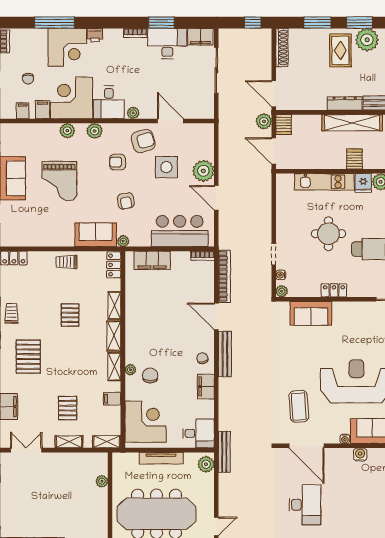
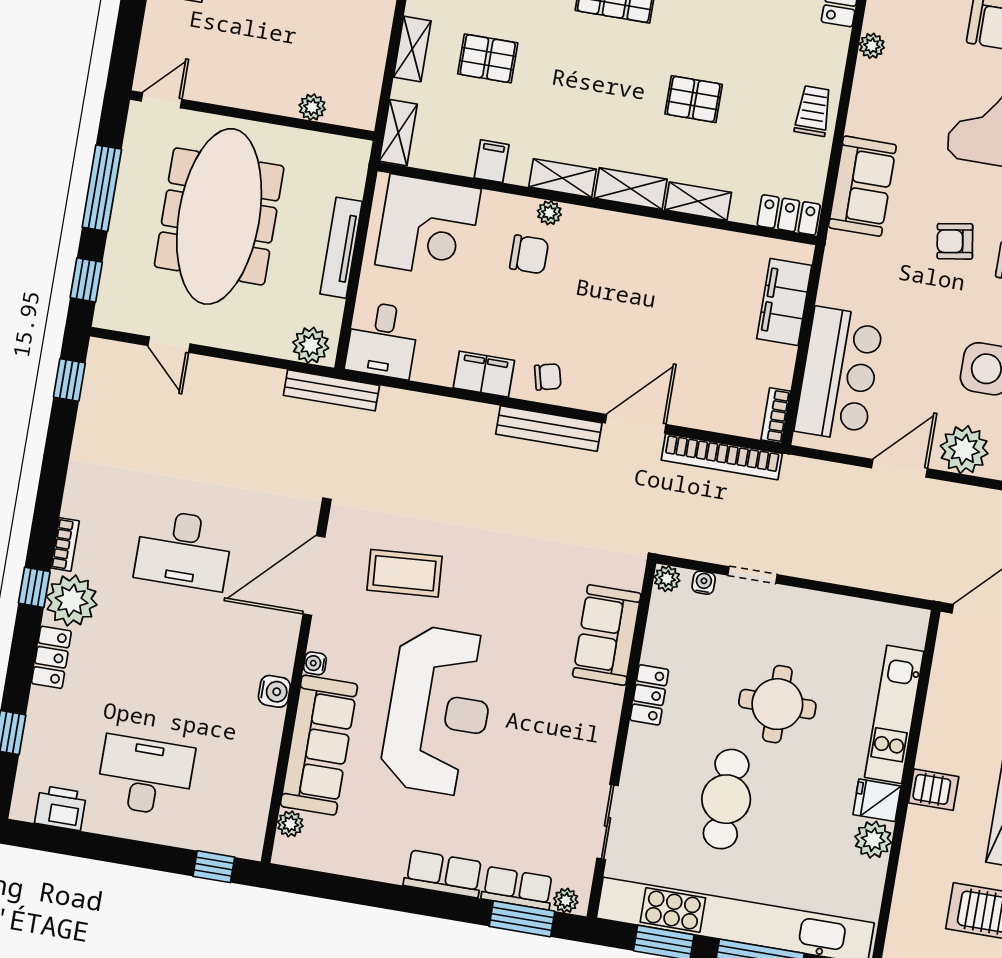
armchair: (126, 201) -> (955, 241), moved
plant: (123, 241) -> (872, 46), moved

